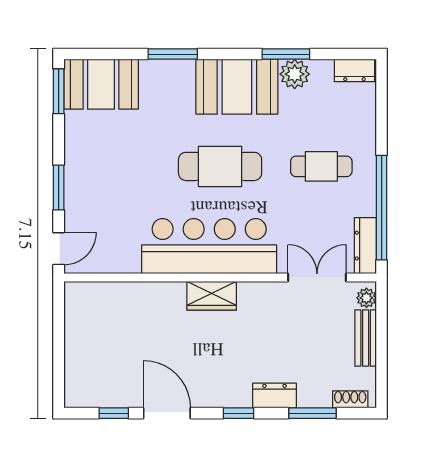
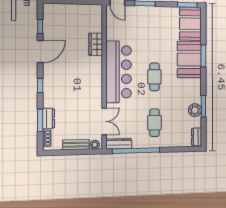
booth: (237, 87) -> (189, 60), moved
cafe table: (220, 166) -> (154, 77), width x0.73, depth x0.74
wardrobe: (212, 296) -> (96, 44), moved
dresser: (274, 396) -> (49, 118), moved

